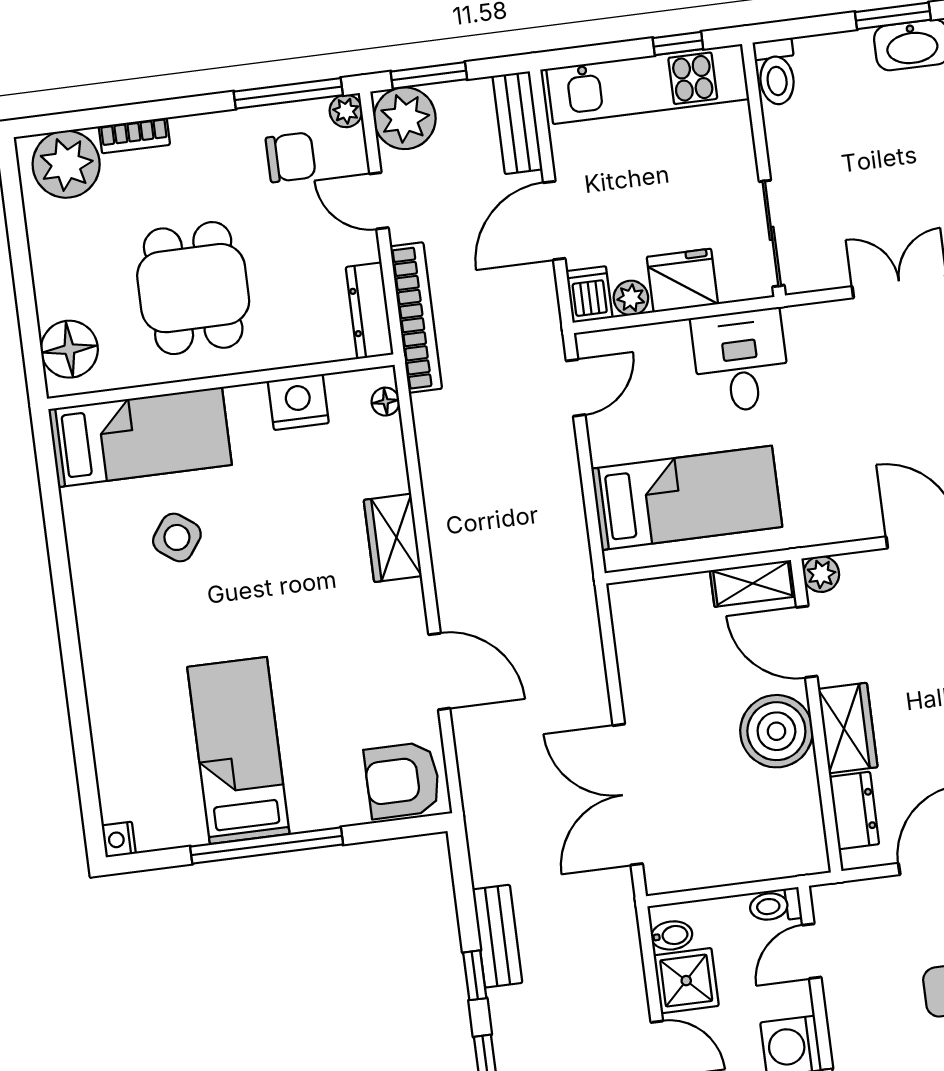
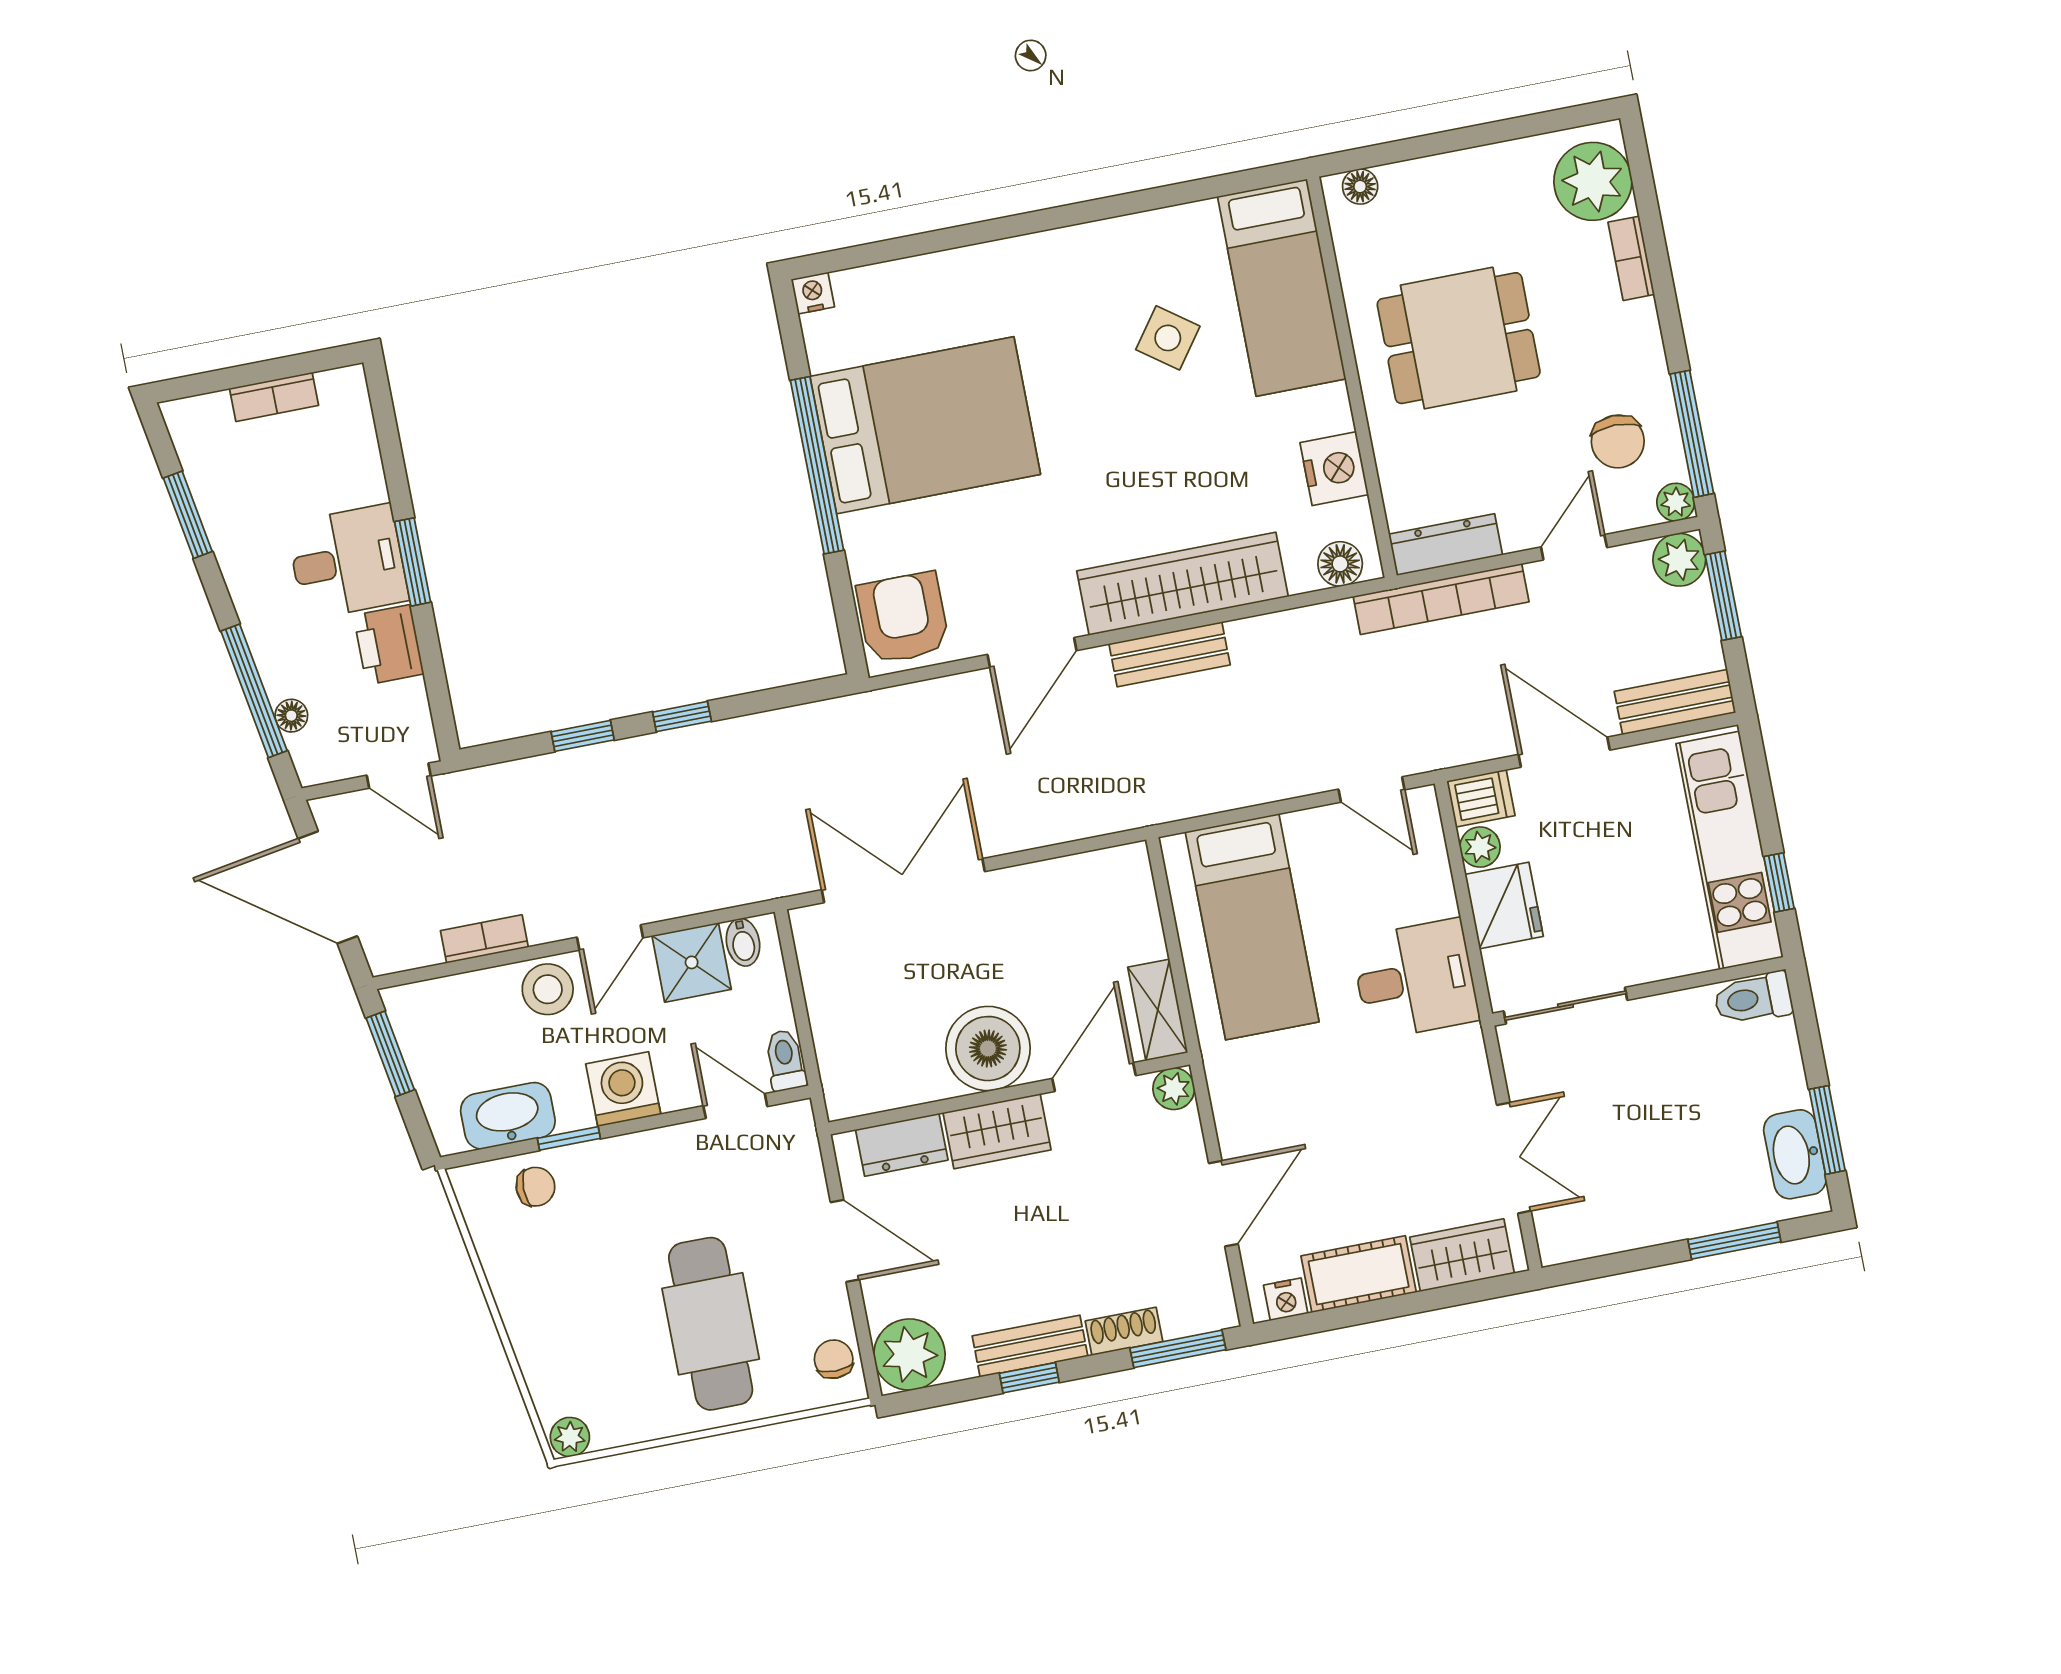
plant: (405, 118) -> (1679, 560), width x0.73, depth x0.73
floor lamp: (69, 349) -> (1360, 187), width x0.53, depth x0.53
floor lamp: (385, 402) -> (1340, 564), width x1.37, depth x1.37
wardrobe: (393, 538) -> (1183, 584), width x2.10, depth x1.17
bed: (238, 750) -> (925, 425), width x1.50
bench: (497, 936) -> (1170, 654), moved

